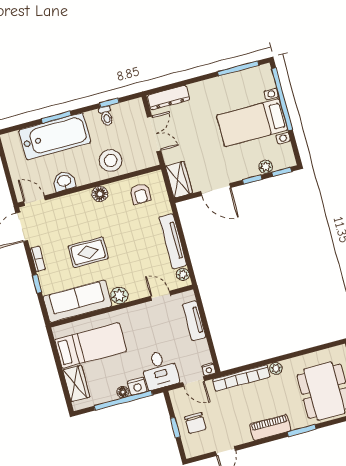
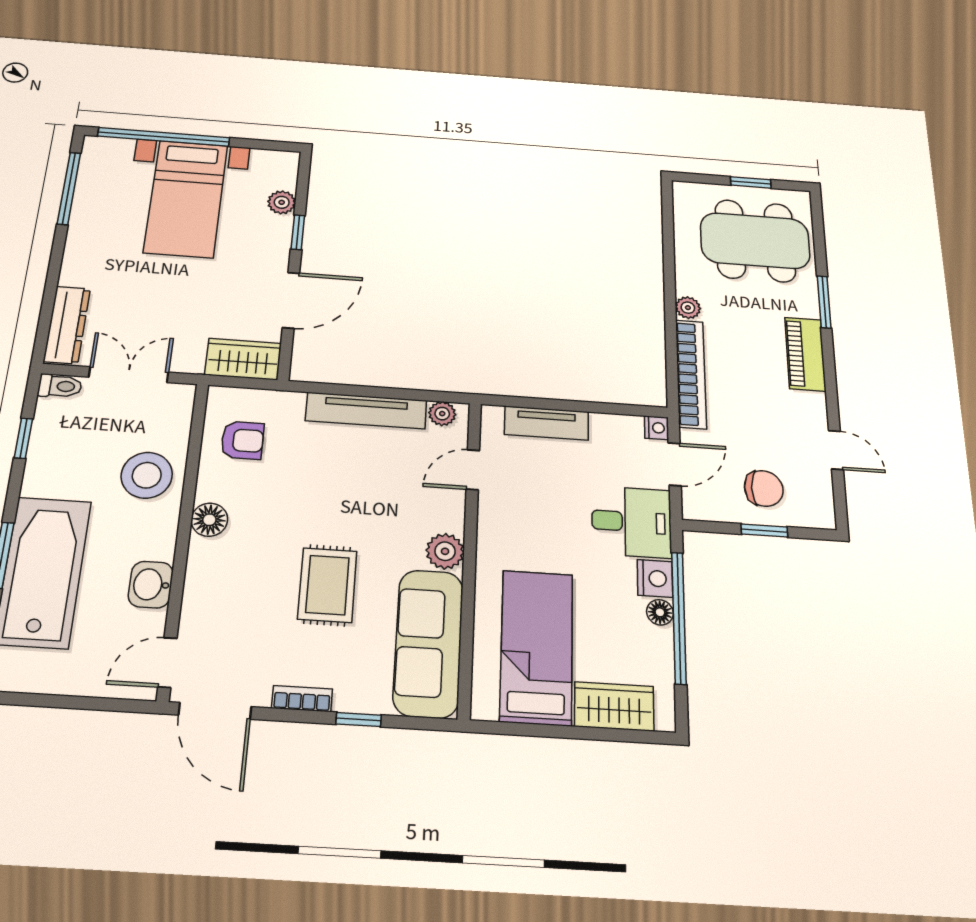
toilet: (106, 116) -> (60, 386), moved
window: (282, 172) -> (303, 180), removed

